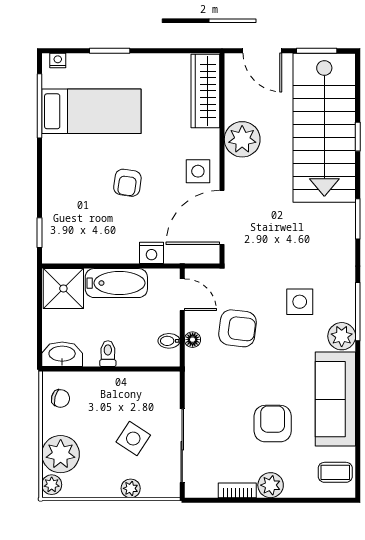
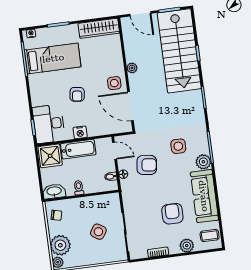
wardrobe: (205, 91) -> (99, 28), moved, turned -90
plant: (242, 139) -> (132, 68), width x0.53, depth x0.53
door: (222, 217) -> (131, 106), hinge flipped
desk: (68, 230) -> (49, 124), added
nightstand: (151, 253) -> (80, 132), moved
plant: (271, 485) -> (187, 246), moved
plant: (131, 488) -> (101, 259), removed

